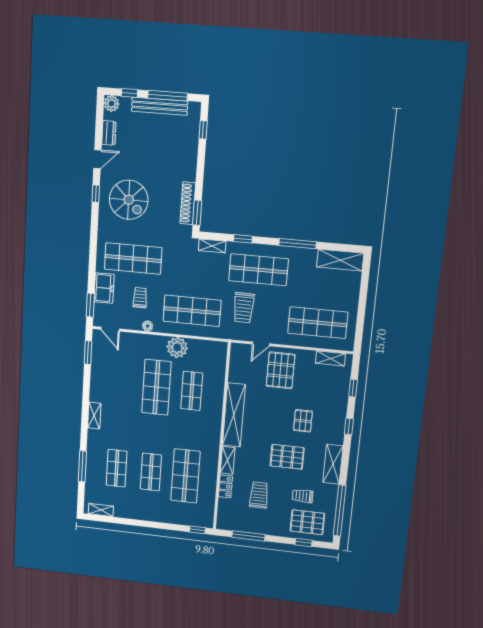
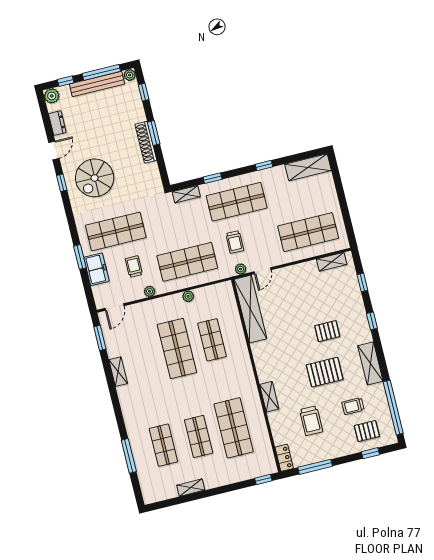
plant: (195, 108) -> (130, 75), added
spiral stairs: (129, 200) -> (95, 178), turned 90
shoe rack: (188, 203) -> (146, 142), moved
window: (197, 213) -> (154, 133), moved
window: (298, 244) -> (264, 165), width x0.46
window: (90, 305) -> (80, 257), moved
trolley: (244, 308) -> (235, 242), width x0.73, depth x0.72
door: (110, 329) -> (114, 307), hinge flipped
plant: (241, 335) -> (241, 269), added
plant: (177, 348) -> (188, 296), width x0.53, depth x0.53
pallet: (281, 370) -> (289, 290), removed
shelving: (234, 415) -> (250, 309), moved
shelving: (94, 416) -> (118, 372), moved
pallet: (303, 421) -> (327, 331), turned 90
locker: (225, 486) -> (284, 458), moved
trolley: (259, 495) -> (311, 421), turned 180
shelving: (101, 510) -> (191, 488), moved
pallet: (307, 522) -> (367, 431), width x0.67, depth x0.71

